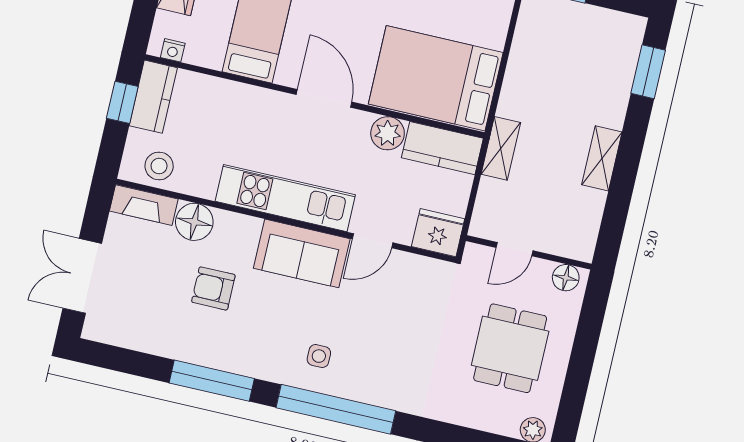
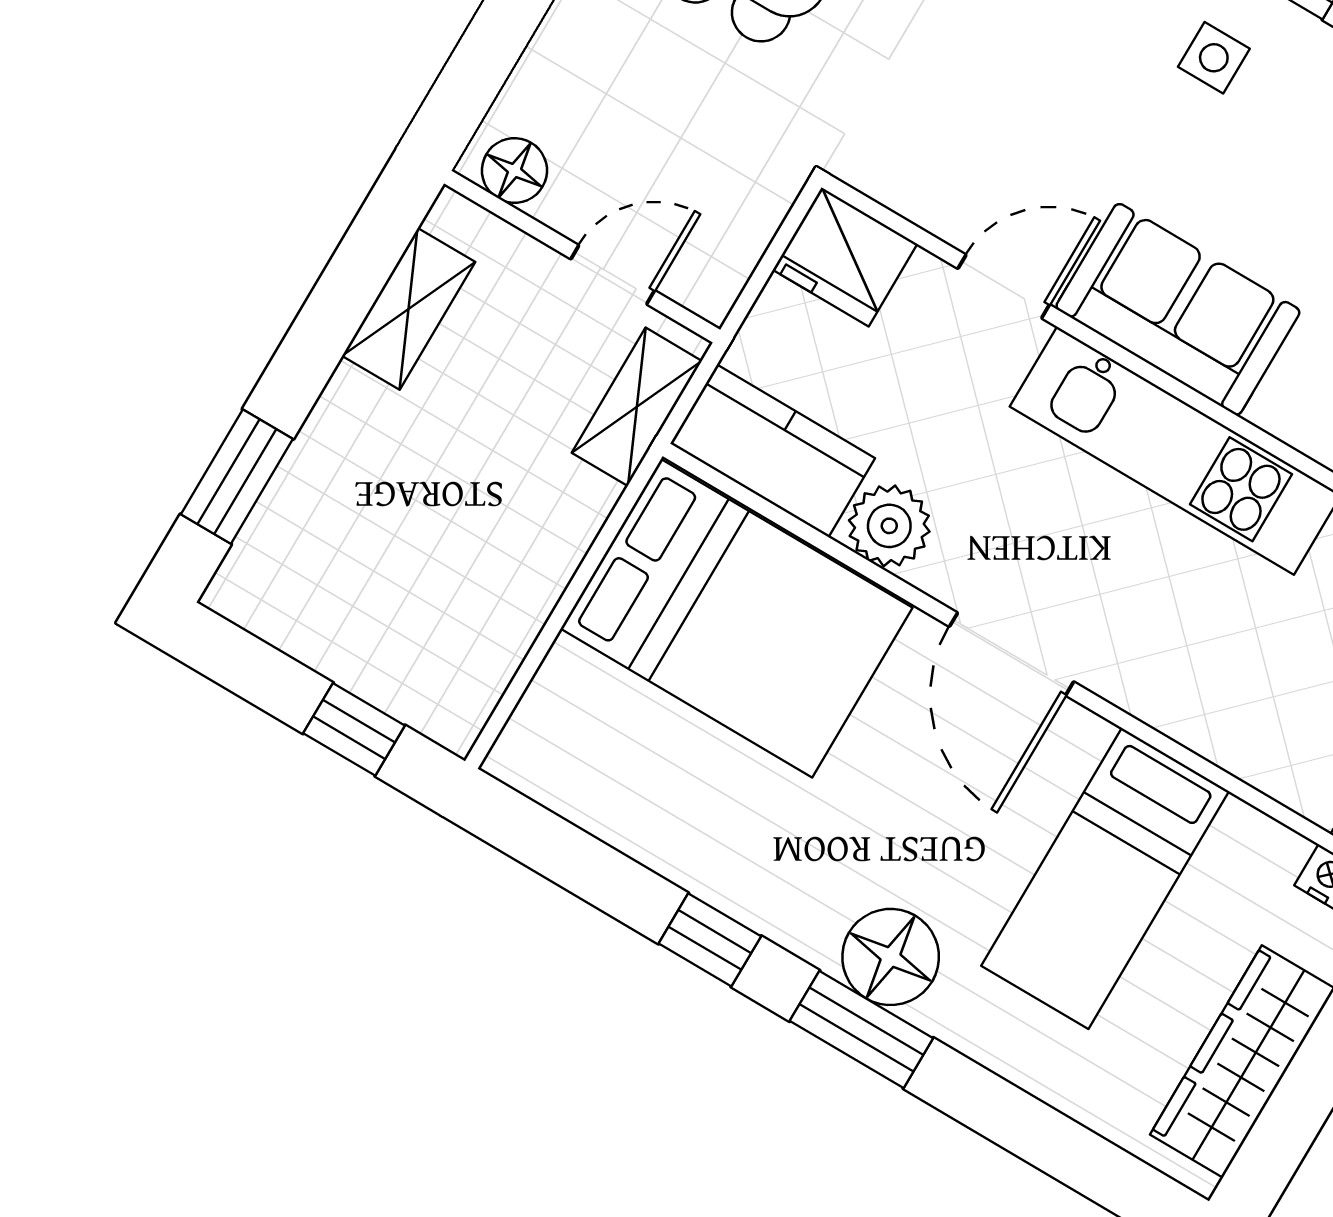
door: (514, 249) -> (613, 275), moved
wall: (529, 252) -> (582, 257), moved
floor lamp: (566, 278) -> (514, 170), moved

